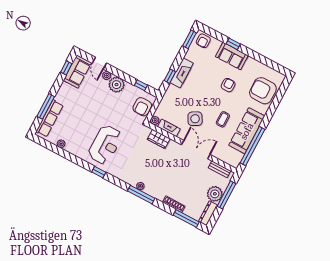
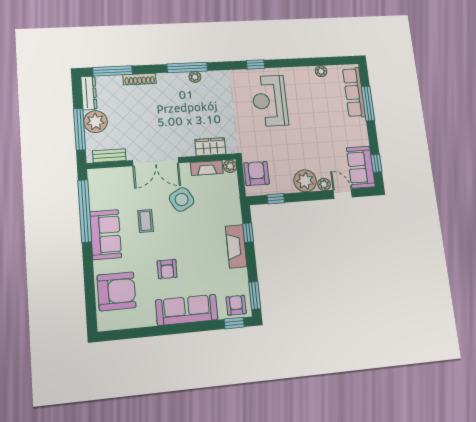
window: (233, 44) -> (234, 323), moved
sofa: (232, 56) -> (187, 310), width x1.36
sofa: (247, 131) -> (106, 235), width x0.73

